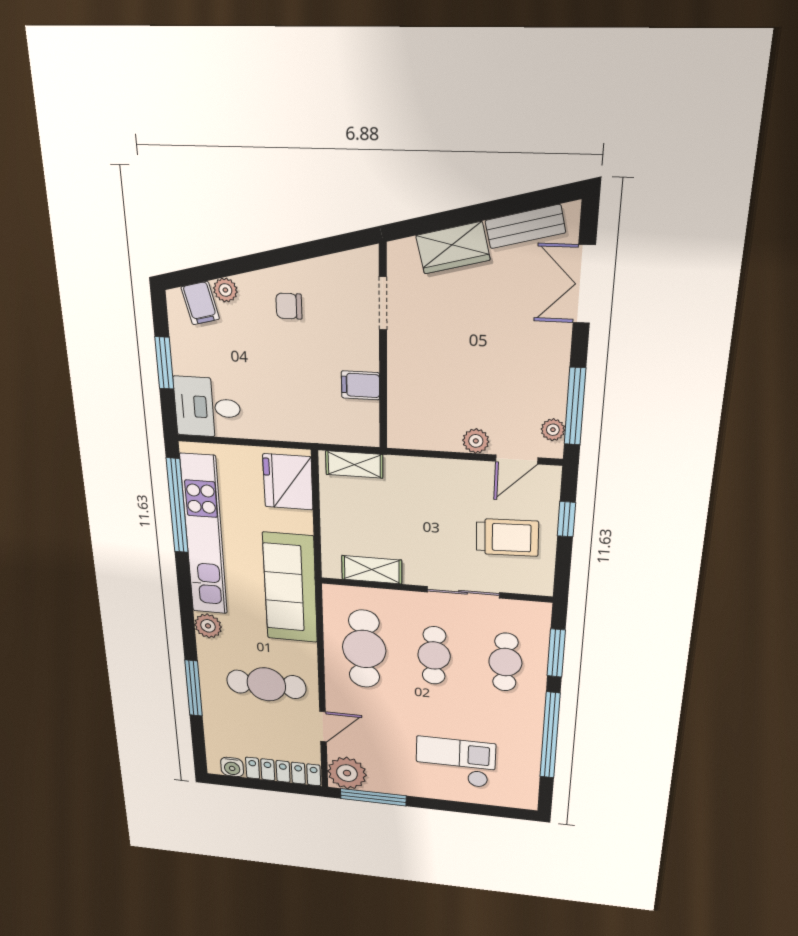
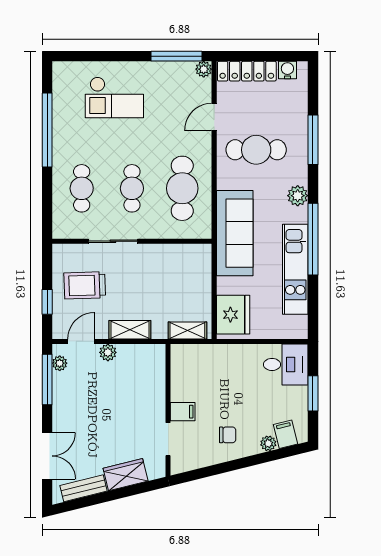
filing cabinet: (360, 385) -> (183, 412), moved
window: (177, 506) -> (313, 239), moved
kitchen unit: (204, 536) -> (295, 269), width x0.73
shelving: (372, 570) -> (130, 330), moved
window: (556, 653) -> (47, 199), removed
plant: (347, 773) -> (204, 69), width x0.53, depth x0.53

